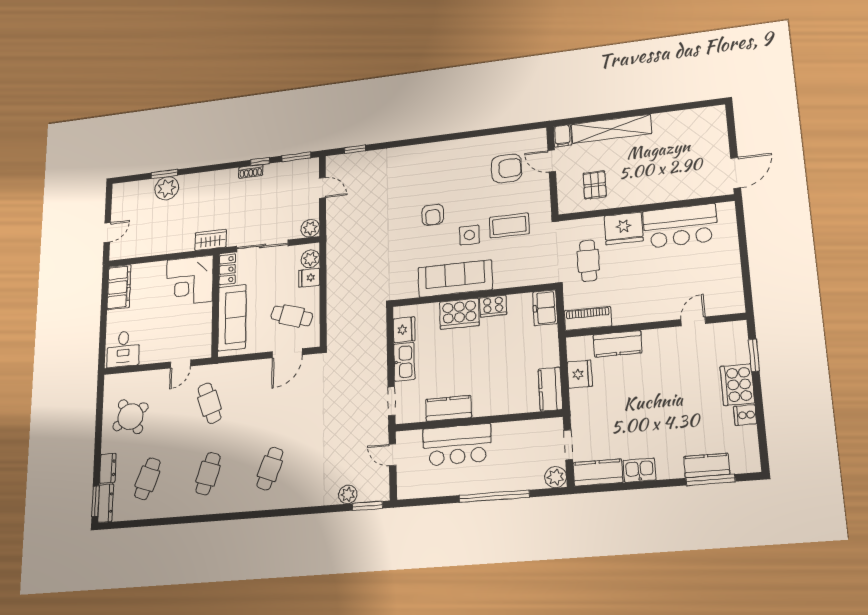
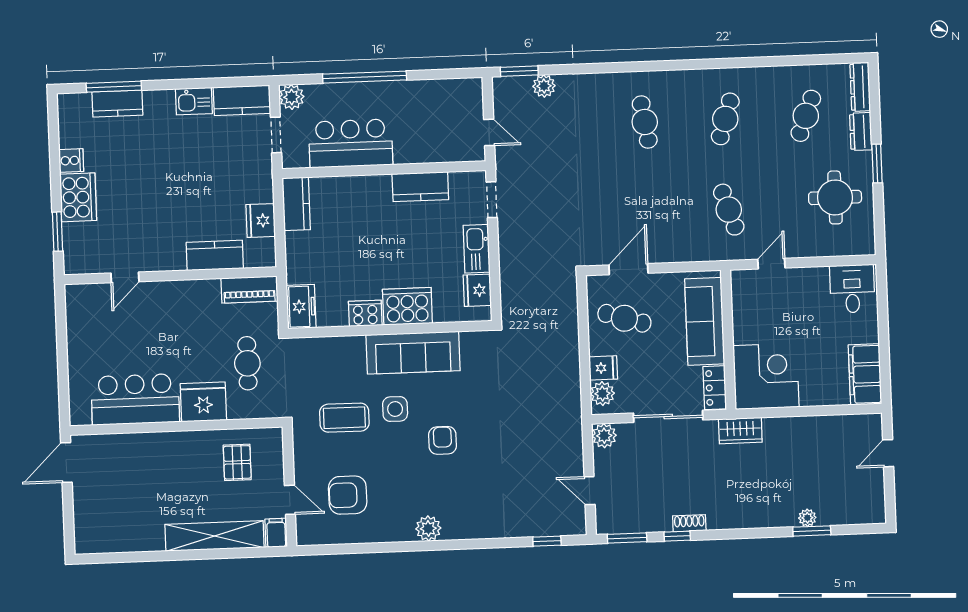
plant: (444, 150) -> (428, 528), added
plant: (167, 188) -> (807, 518), width x0.53, depth x0.53
round table: (130, 417) -> (835, 197), turned 32
bar counter: (457, 445) -> (351, 143), moved
cafe table: (270, 469) -> (645, 122), turned -30
window: (95, 501) -> (877, 163), moved

